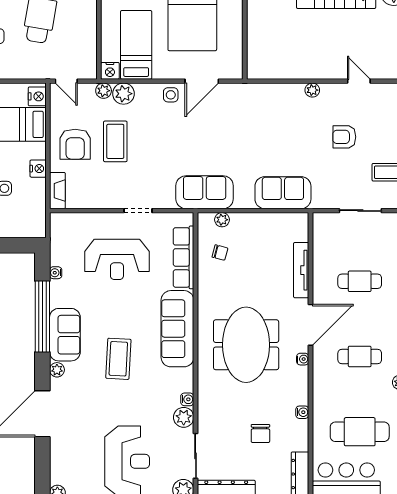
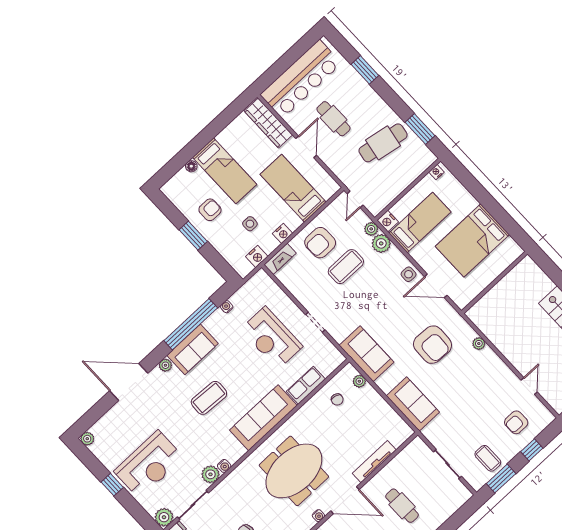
plant: (312, 90) -> (479, 344), moved
nightstand: (37, 96) -> (257, 257), moved
armchair: (249, 130) -> (433, 345), added
armchair: (344, 137) -> (516, 422), moved, turned -90
row of seats: (184, 257) -> (306, 385), width x0.68

